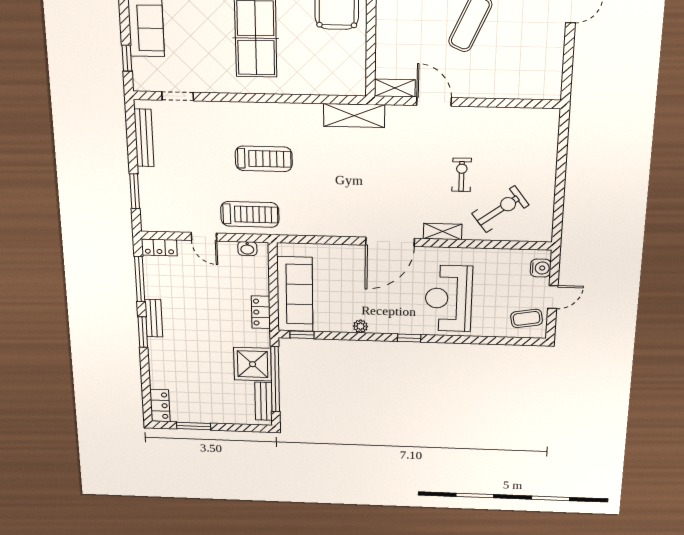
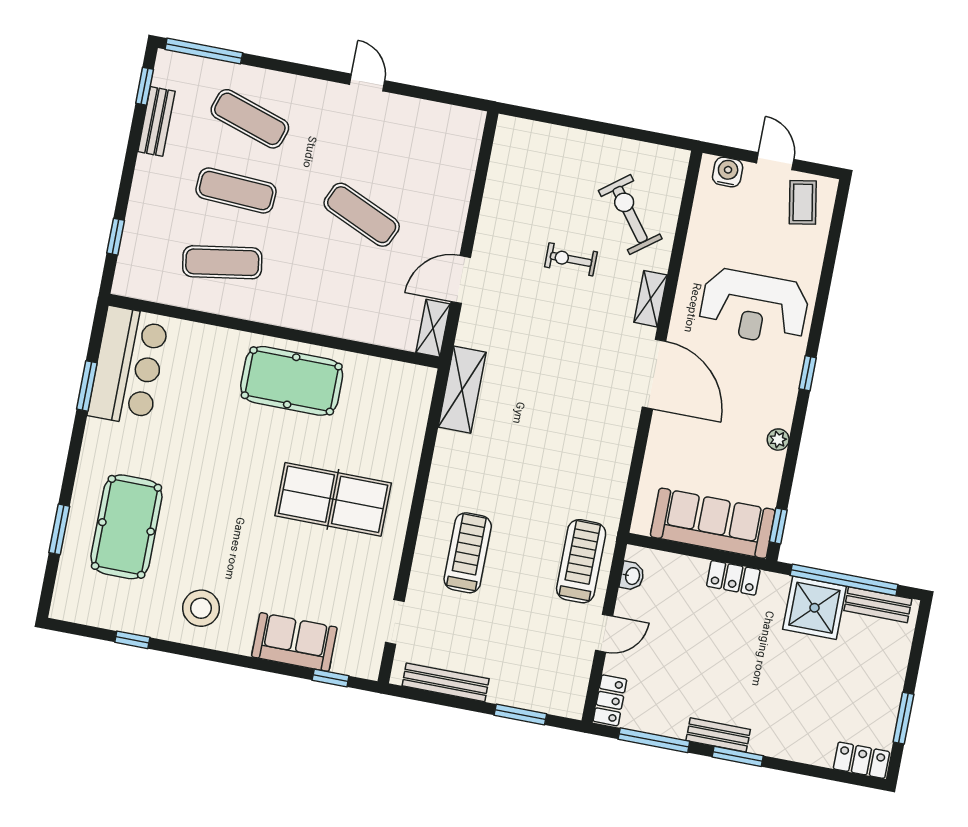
treadmill: (264, 159) -> (468, 553), moved

